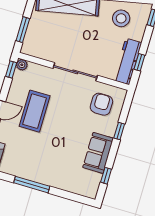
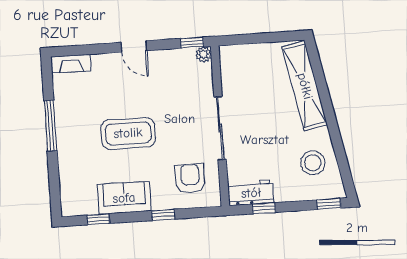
window: (23, 30) -> (250, 39), removed
workbench: (128, 61) -> (251, 193), width x0.73
armchair: (101, 104) -> (190, 179), turned -90
coffee table: (35, 111) -> (128, 133), moved

